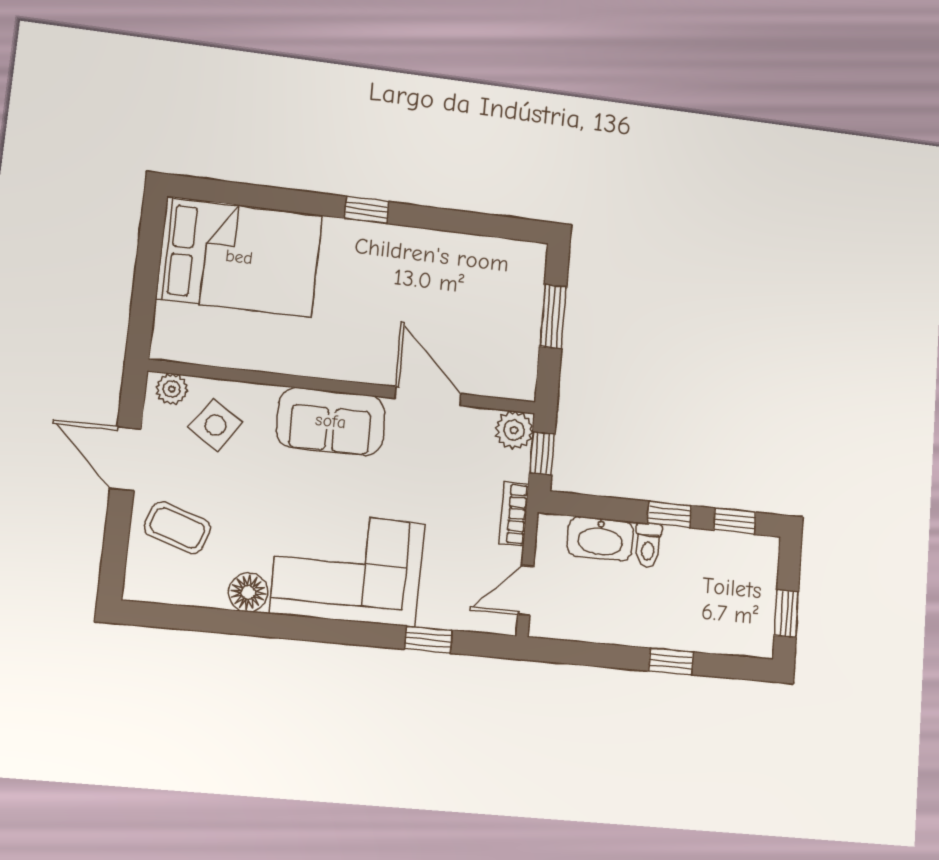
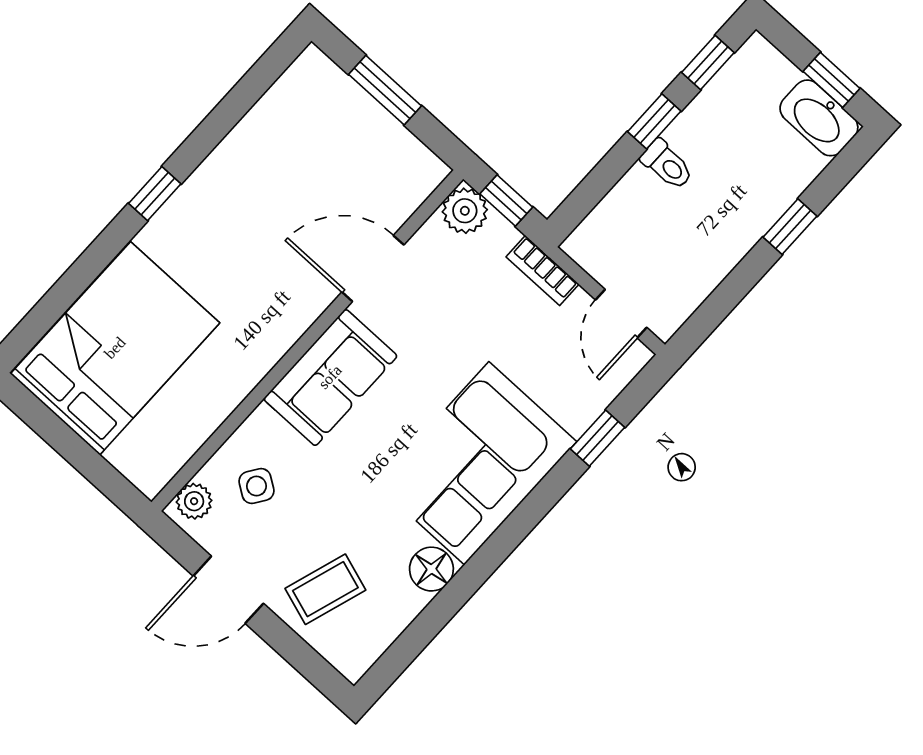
side table: (215, 425) -> (256, 486), width x0.73, depth x0.73
washbasin: (600, 539) -> (819, 118), moved, turned 90

